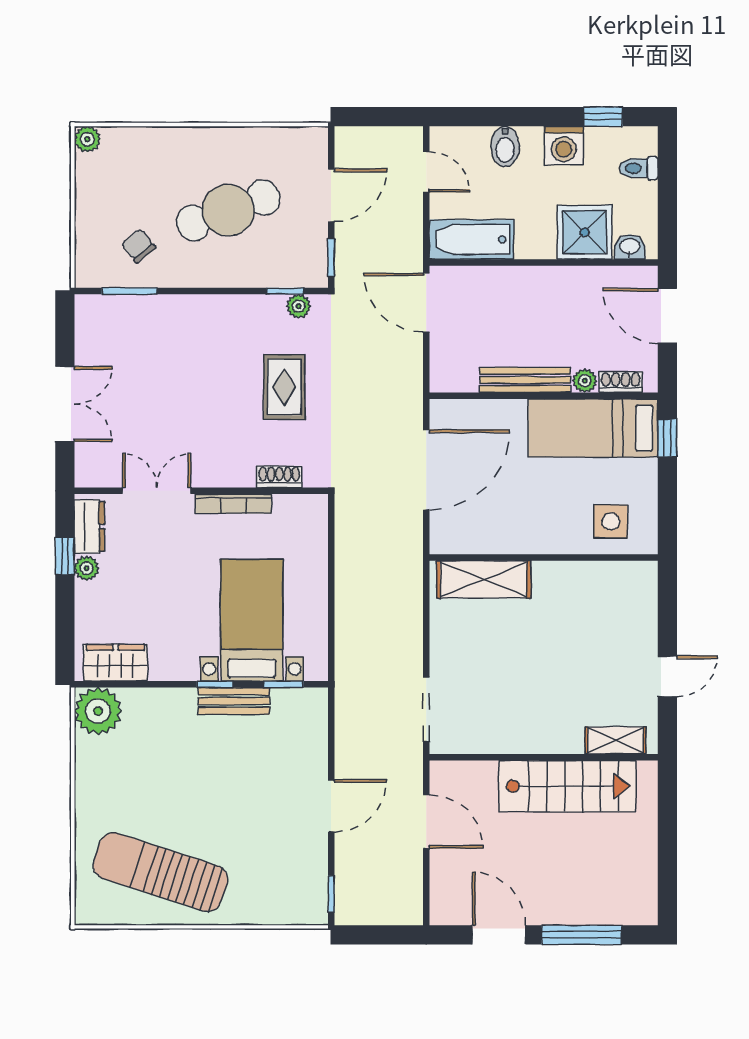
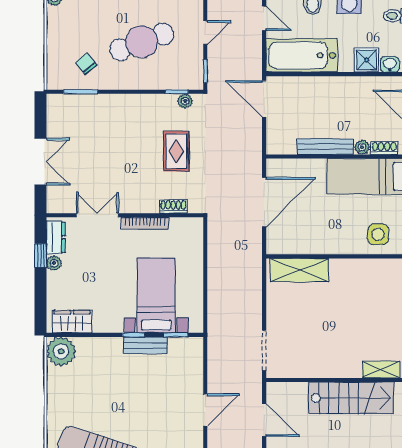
door: (331, 195) -> (205, 33), width x0.73
shower: (585, 232) -> (366, 60), width x0.73, depth x0.73
bathtub: (472, 239) -> (302, 55), width x1.36, depth x1.36

